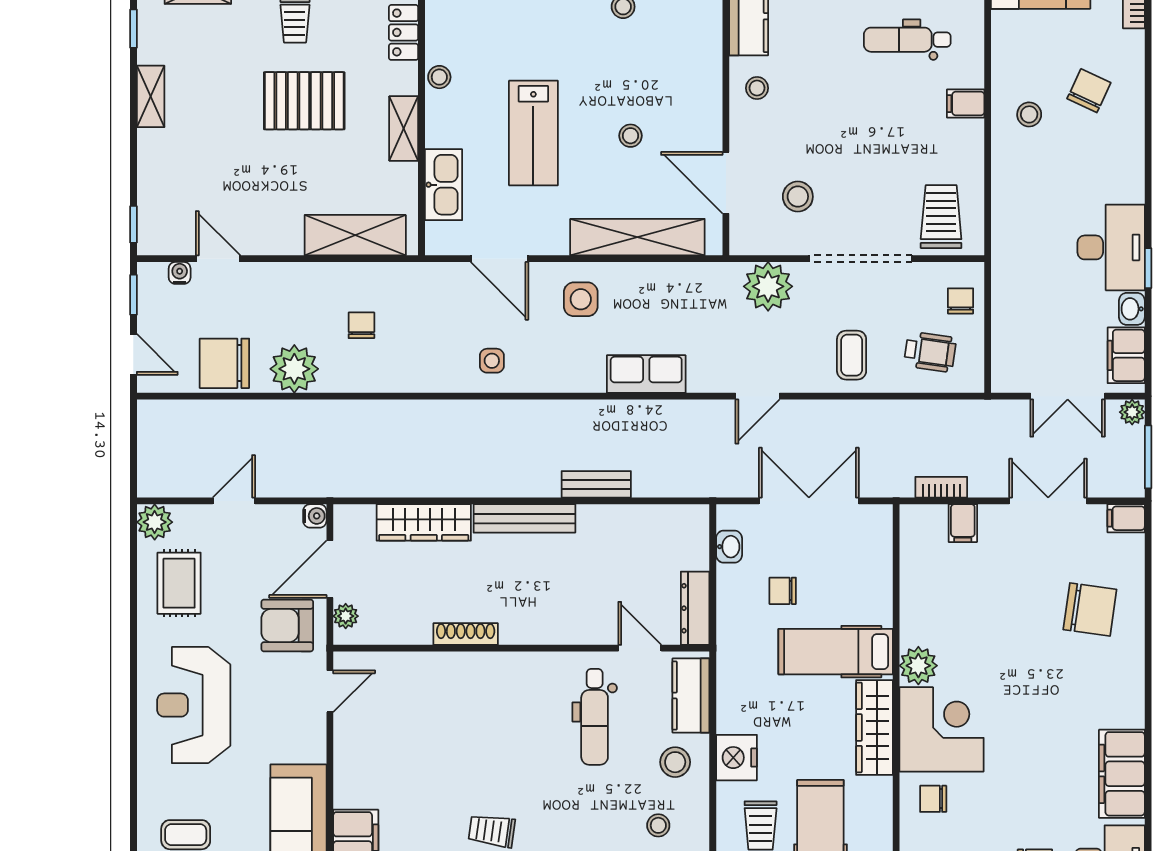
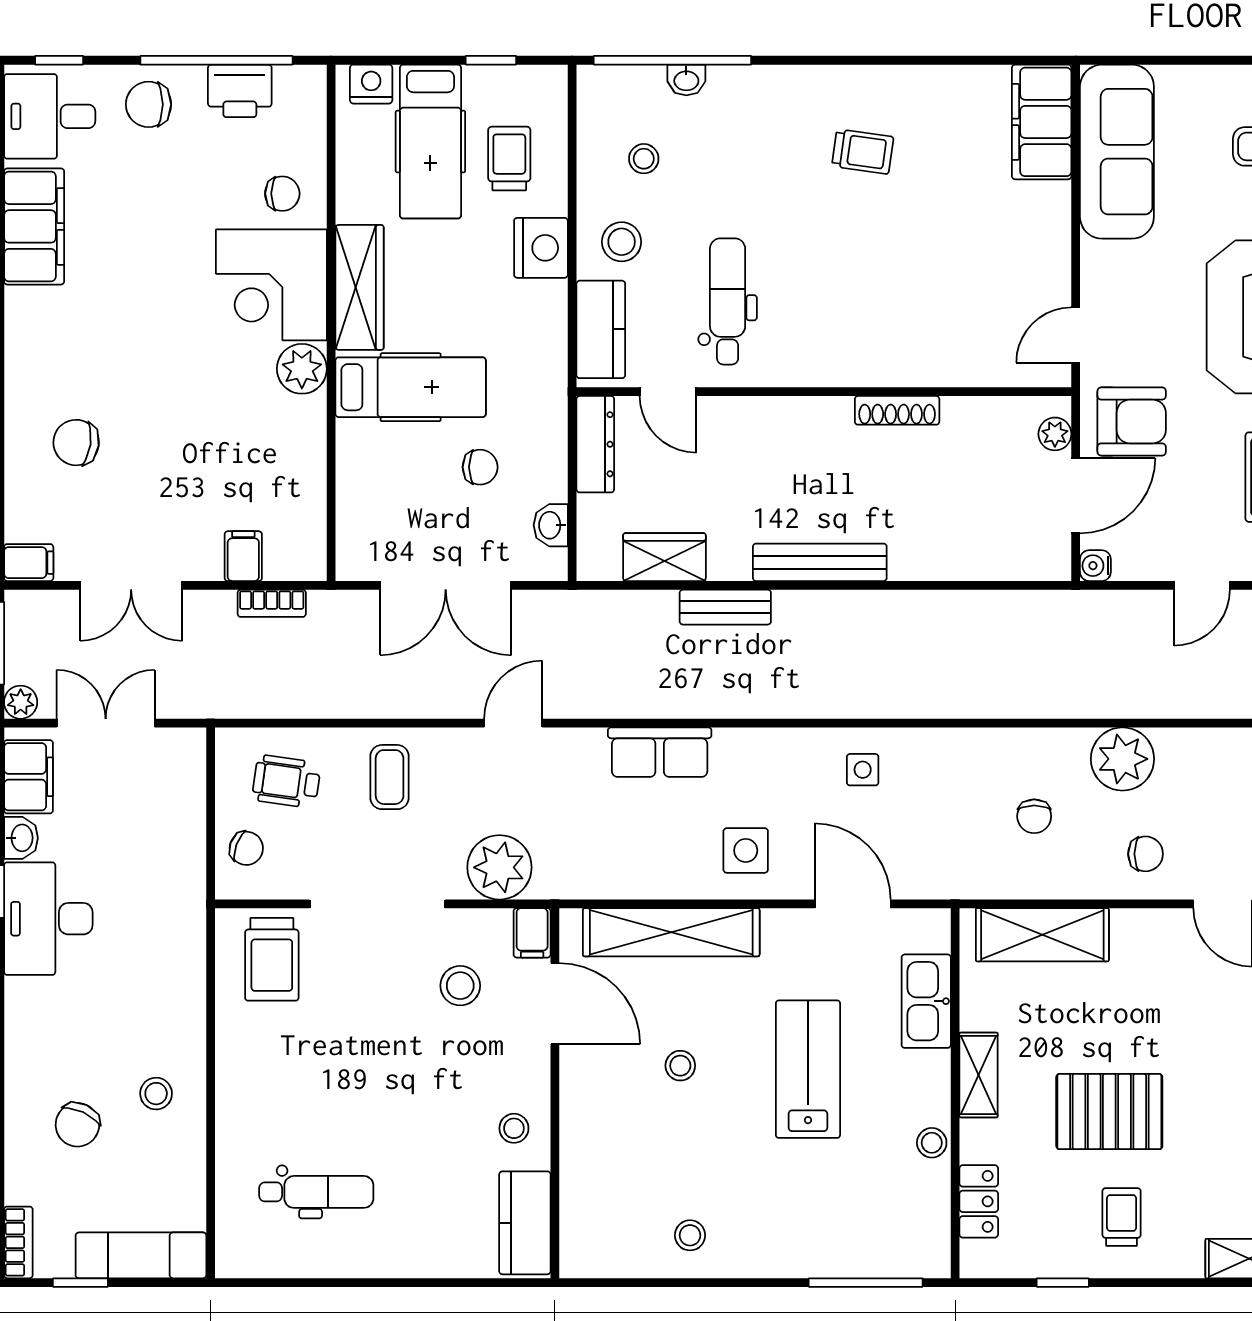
filing cabinet: (966, 104) -> (532, 933), moved, turned 90
chair: (960, 301) -> (246, 848), turned -70
chair: (224, 363) -> (1146, 854), moved, width x0.54, depth x0.54
wardrobe: (424, 522) -> (664, 557), moved, width x0.67
chair: (1090, 610) -> (76, 443), width x0.73, depth x0.73

